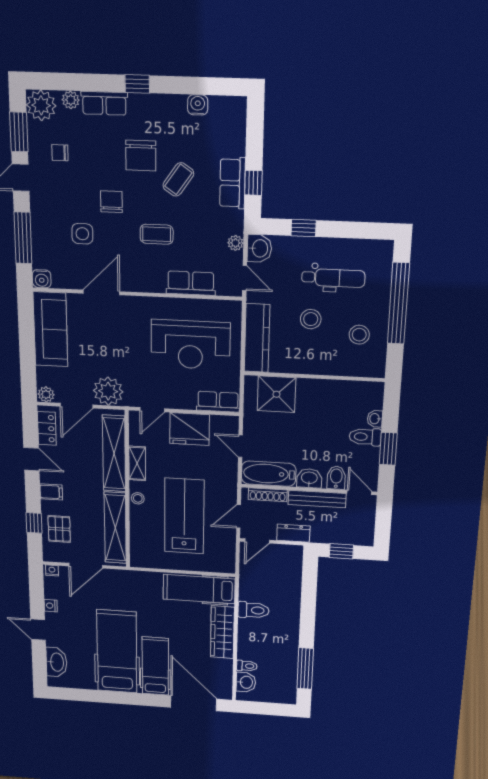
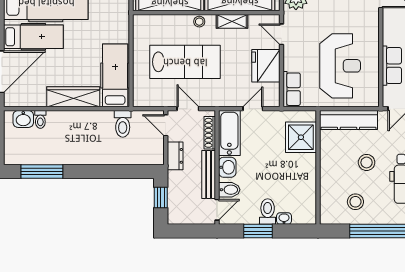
reception desk: (190, 345) -> (340, 66), turned 180
toilet: (253, 610) -> (123, 124), moved

